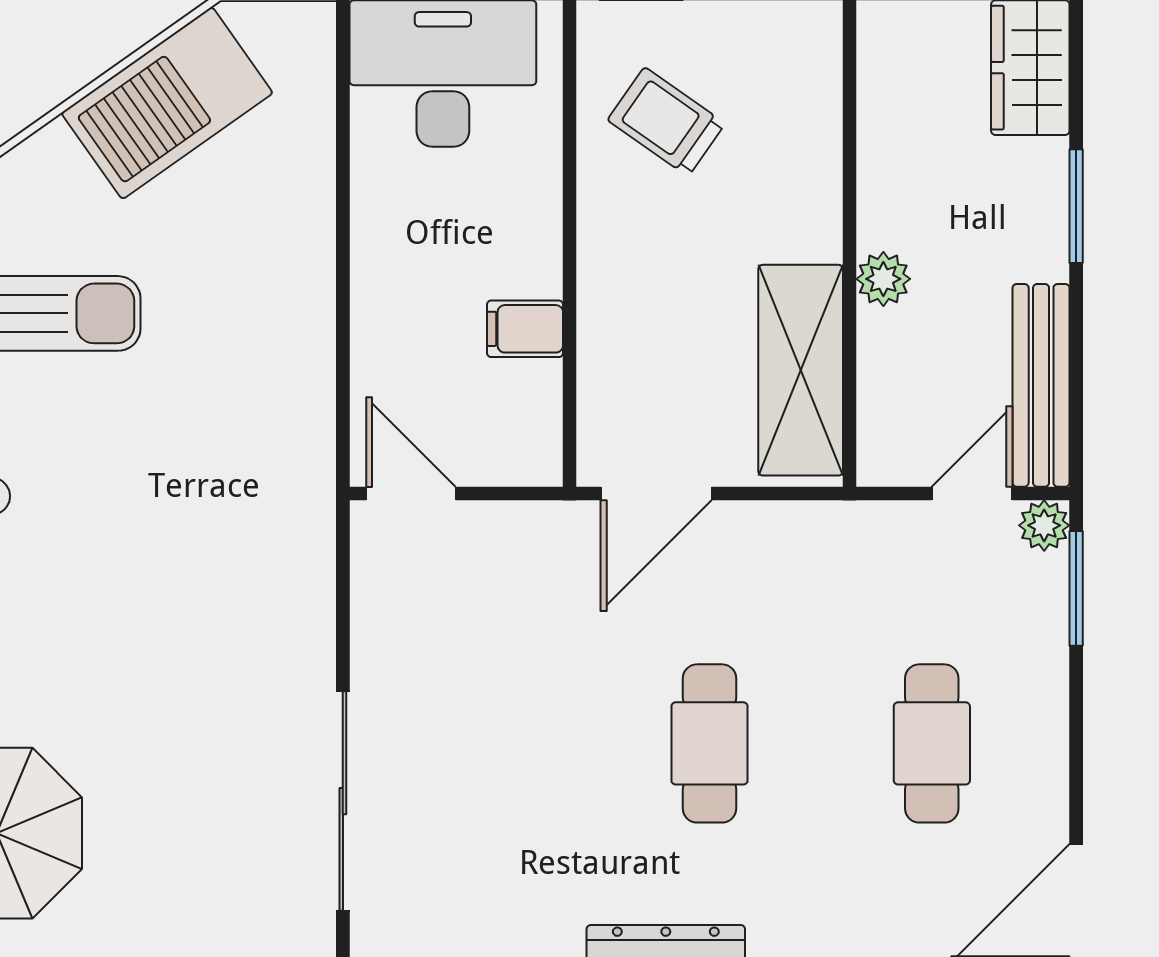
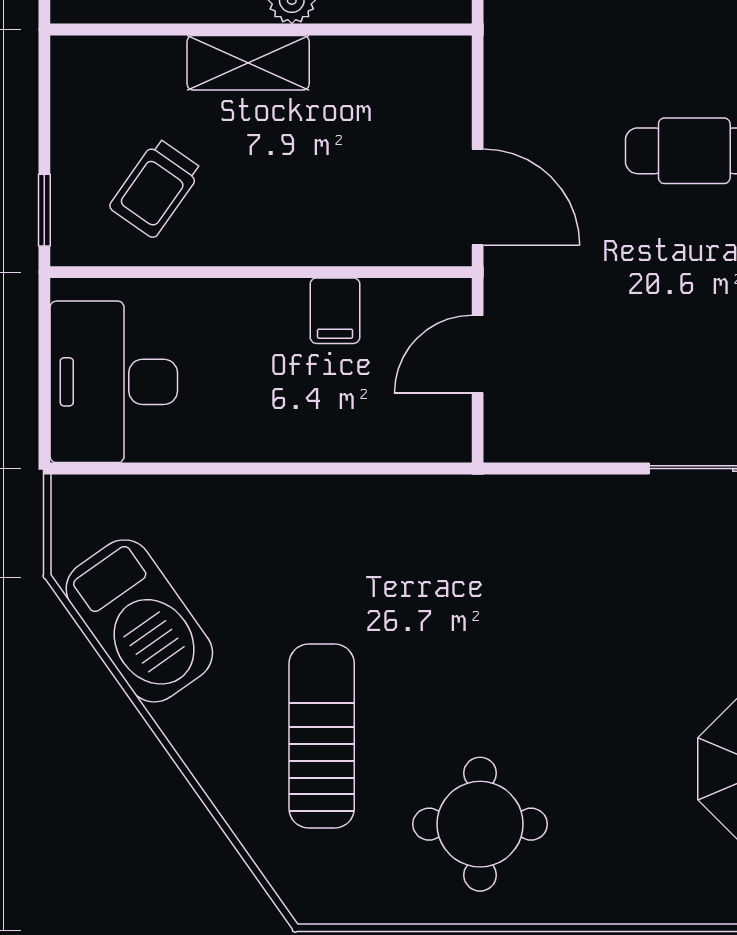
shelving: (801, 370) -> (248, 63), moved, width x0.67, depth x0.75
door: (411, 493) -> (478, 354), moved

